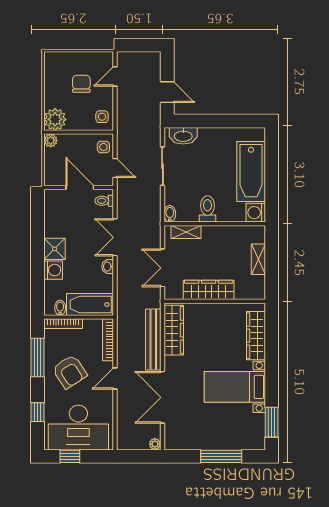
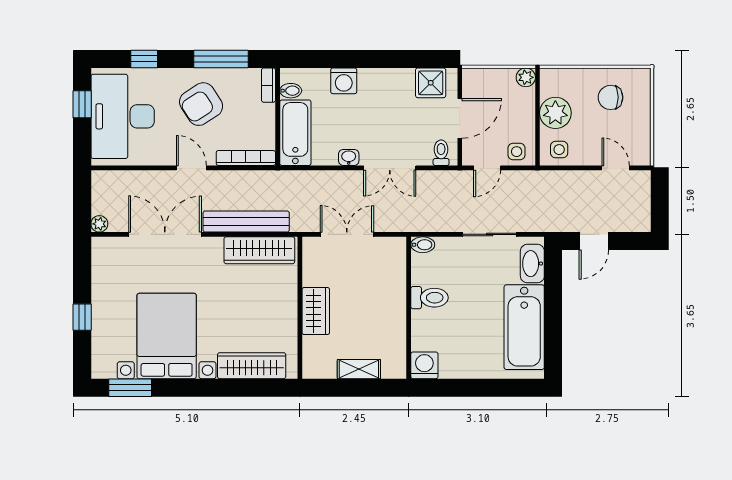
chair: (81, 84) -> (610, 97), moved, turned 180
plant: (55, 119) -> (555, 113), moved
bathtub: (251, 172) -> (524, 327), moved, turned -90
shelving: (186, 232) -> (397, 268), removed
double door: (115, 237) -> (390, 168), swing flipped
shower: (55, 249) -> (431, 83), moved
wardrobe: (209, 290) -> (316, 311), width x0.67
bookcase: (63, 324) -> (268, 85), width x0.64
bed with nightstands: (235, 387) -> (167, 336), width x1.36
window: (221, 456) -> (82, 317), width x0.46

